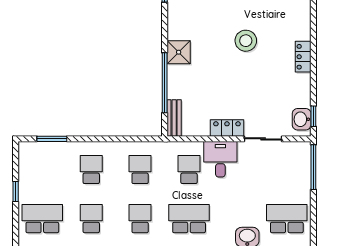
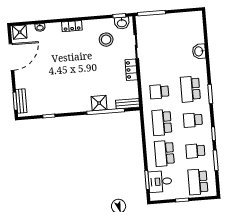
stool: (246, 41) -> (106, 40), moved
shower: (179, 52) -> (99, 103), moved
locker: (303, 57) -> (72, 26), moved
desk: (220, 159) -> (160, 182), moved
school desk: (91, 170) -> (164, 153), width x1.85
school desk: (140, 170) -> (162, 123), width x1.85
school desk: (287, 219) -> (185, 27), removed

